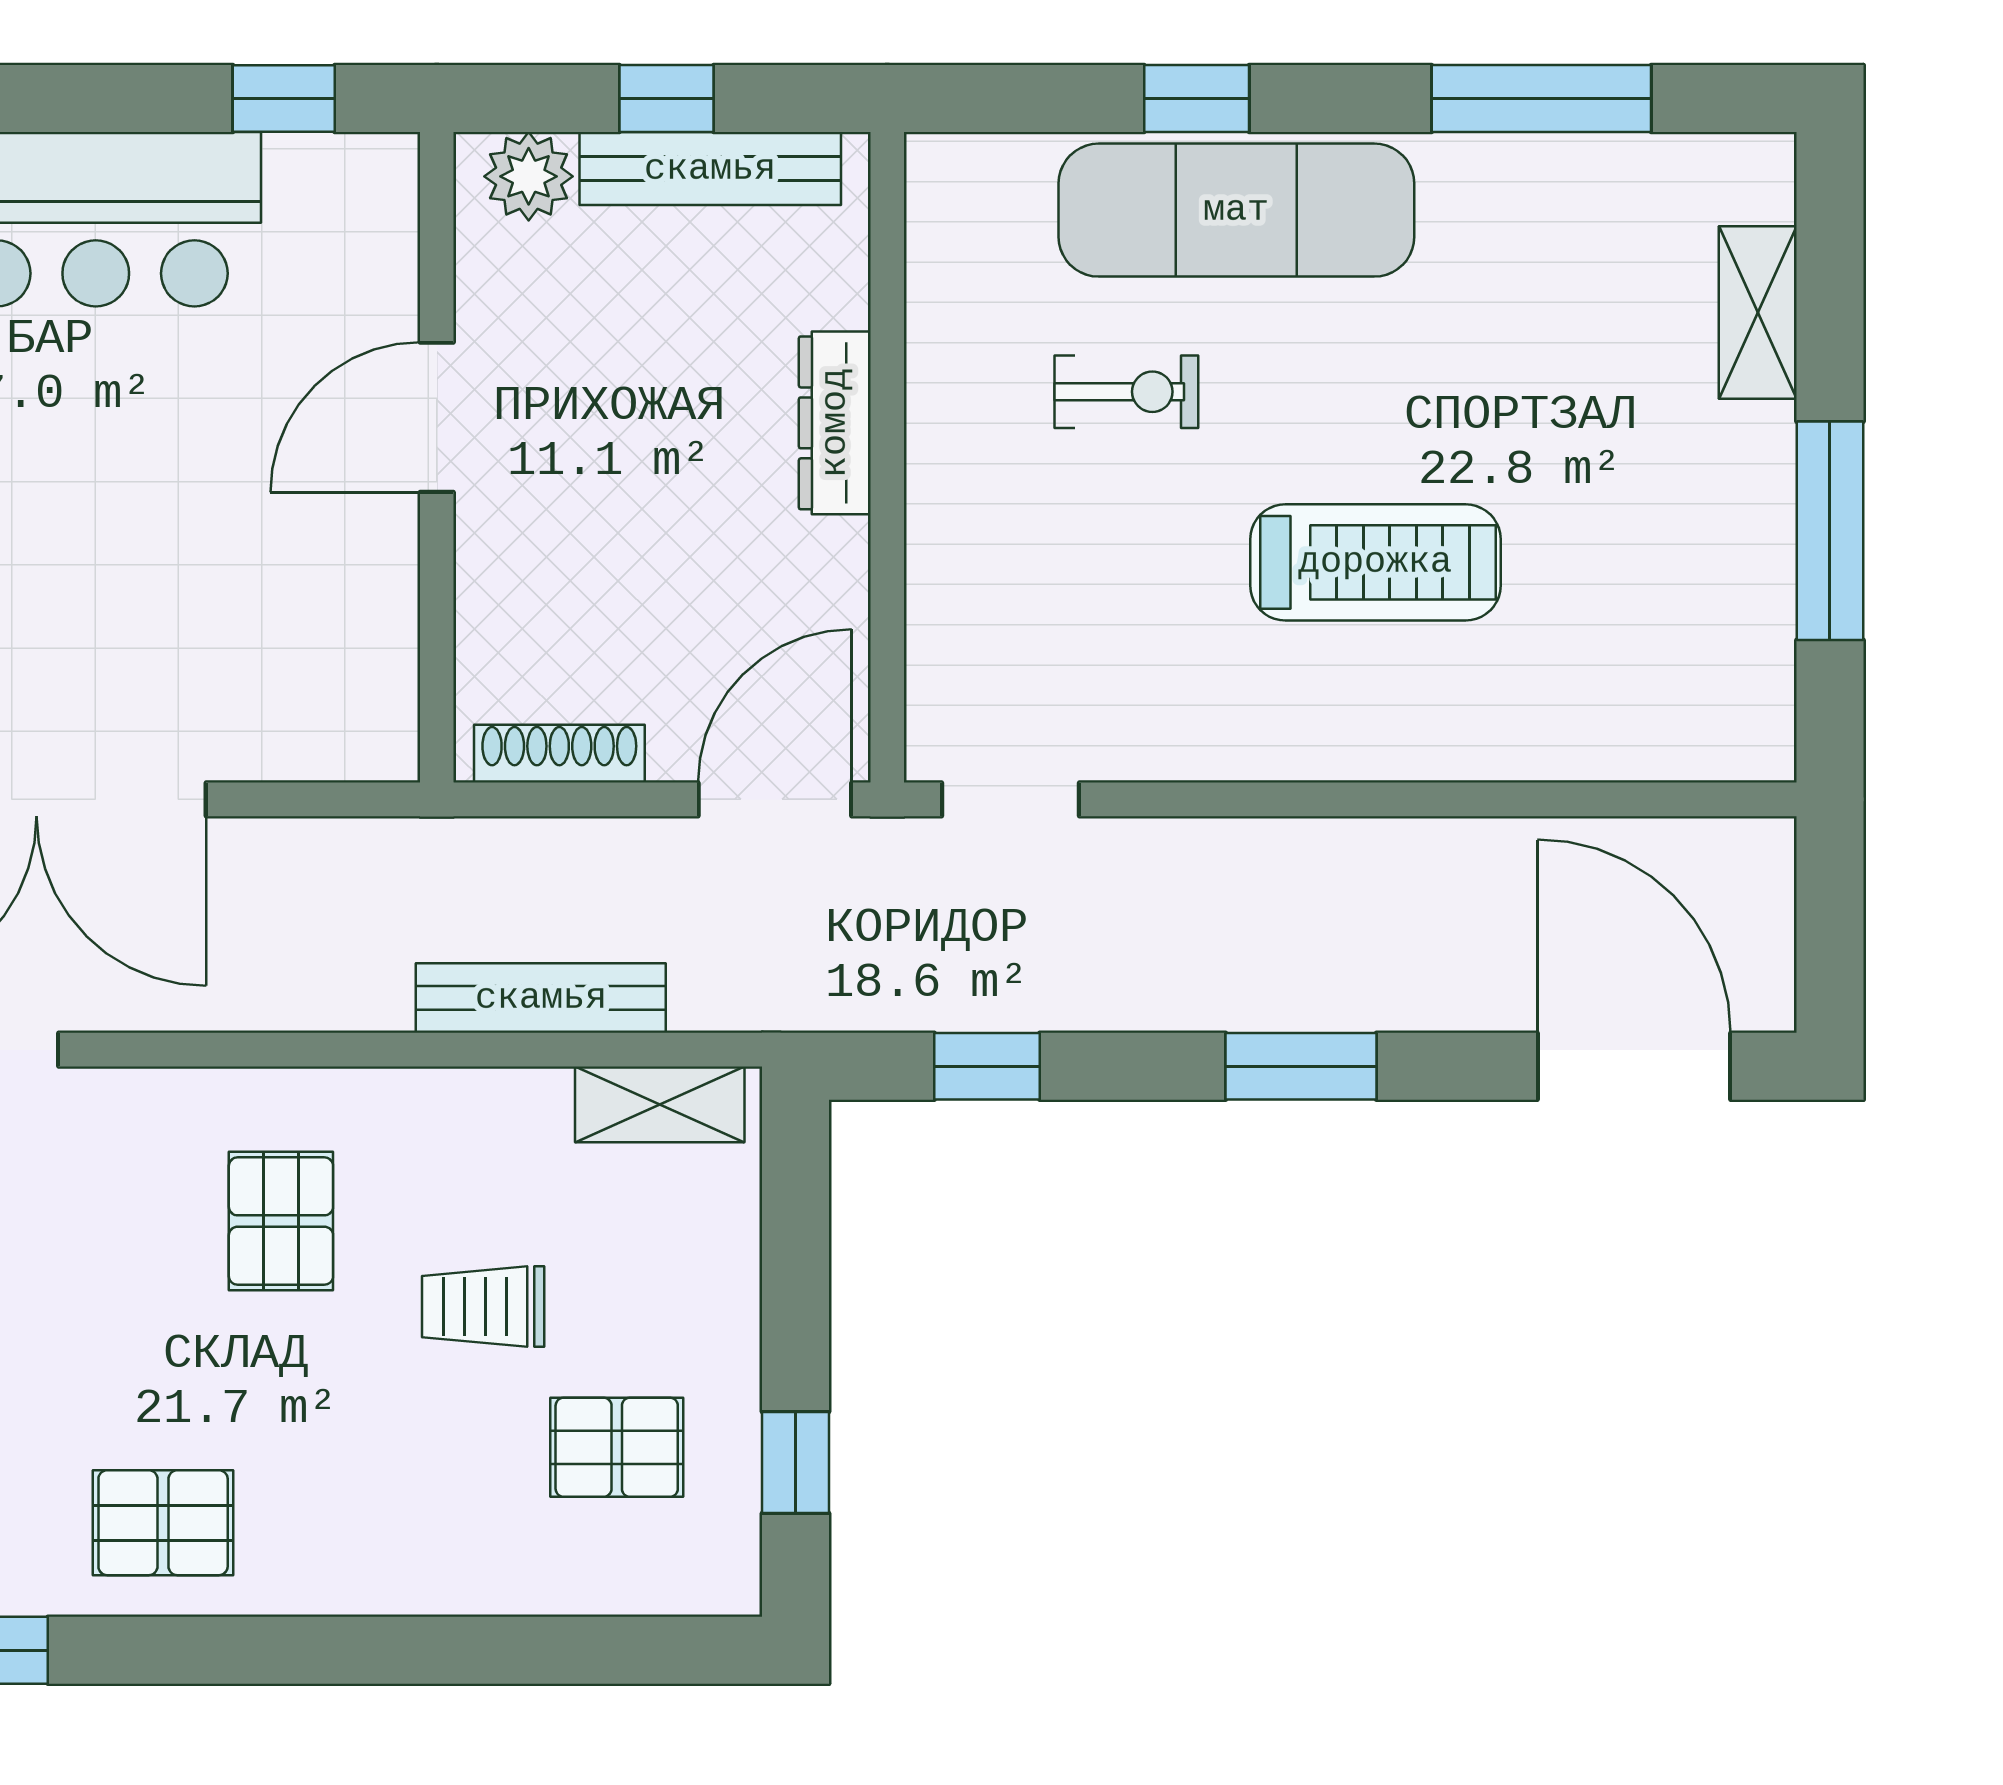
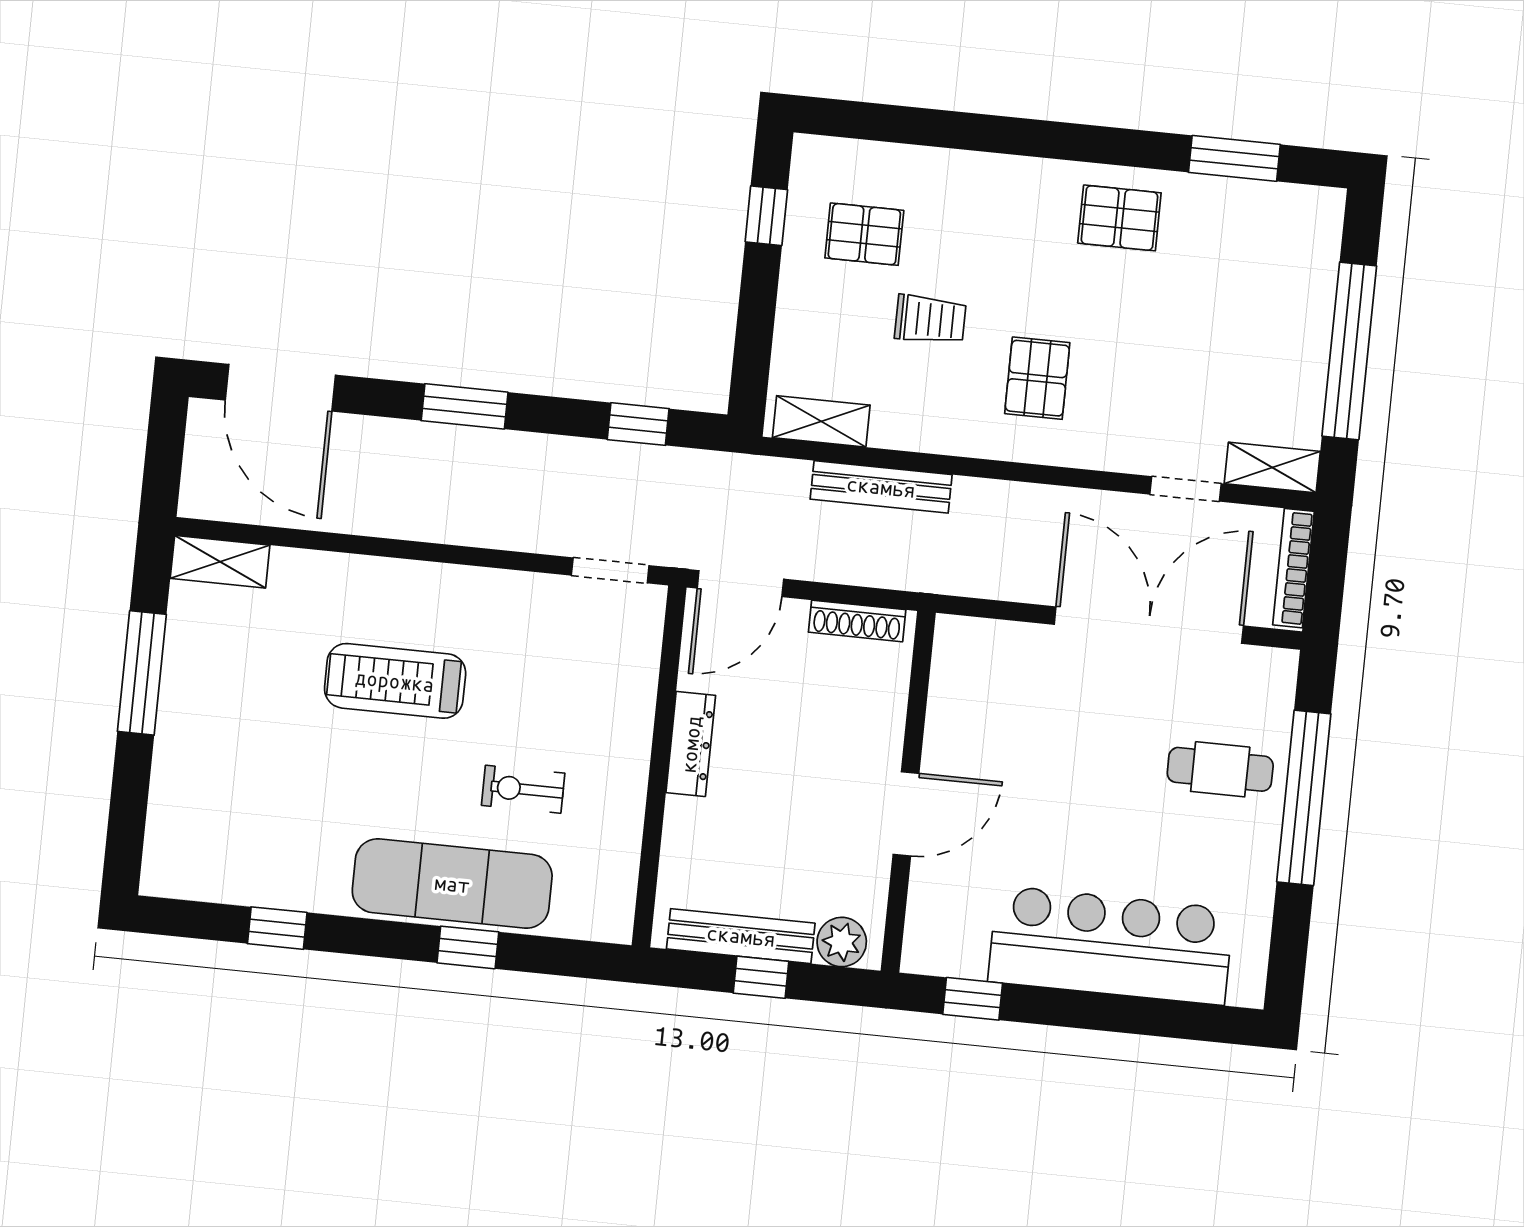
window: (1541, 99) -> (277, 928), width x0.46
shelving: (1758, 312) -> (220, 562), moved, turned 90
dresser: (835, 423) -> (691, 744), moved

